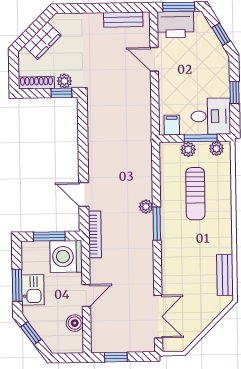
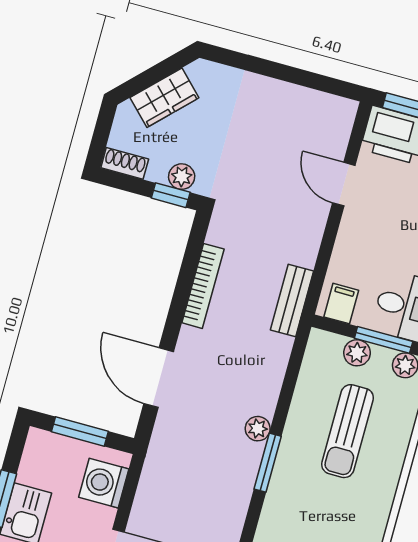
bench: (123, 20) -> (292, 300), moved, turned 90
shoe rack: (36, 83) -> (125, 163), width x0.70
door: (84, 194) -> (159, 378), width x1.37
bookcase: (95, 234) -> (203, 286), moved
washing machine: (66, 257) -> (104, 483), width x0.73, depth x0.73

